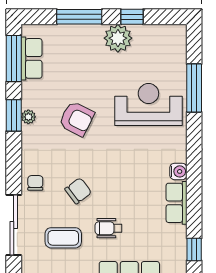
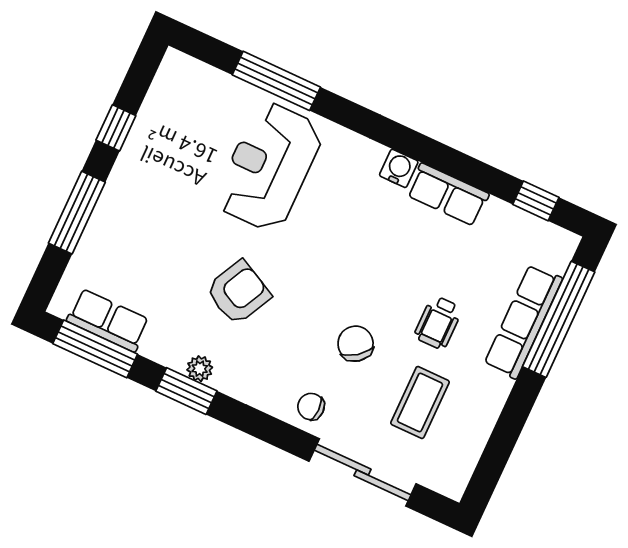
plant: (118, 38) -> (140, 166), removed

